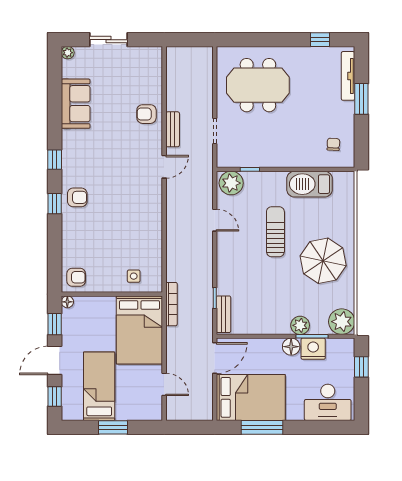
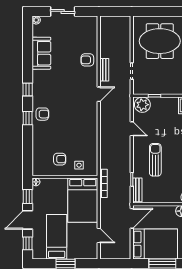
sun lounger: (275, 232) -> (155, 160), moved
armchair: (76, 277) -> (60, 159), moved

